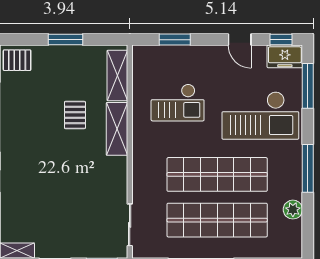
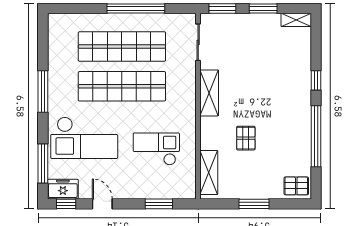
checkout: (260, 115) -> (84, 138), turned 180
shelving: (117, 129) -> (209, 93), moved
plant: (293, 210) -> (56, 56), removed

